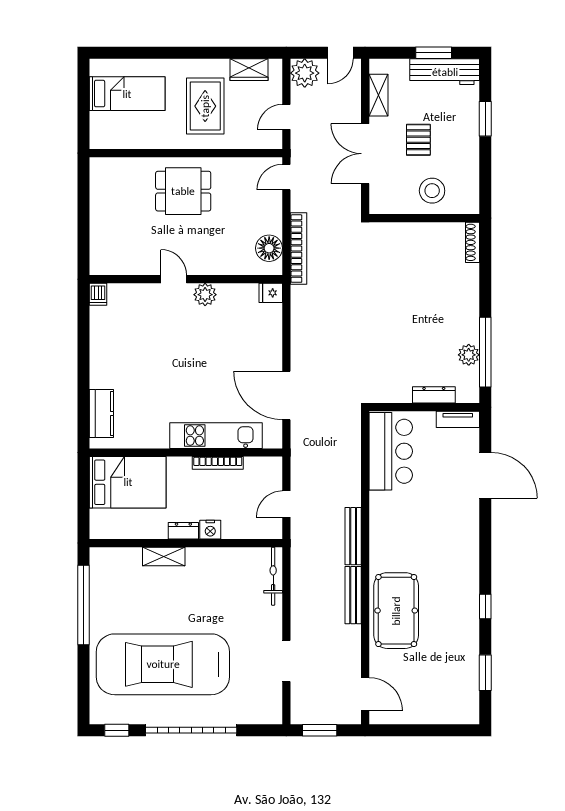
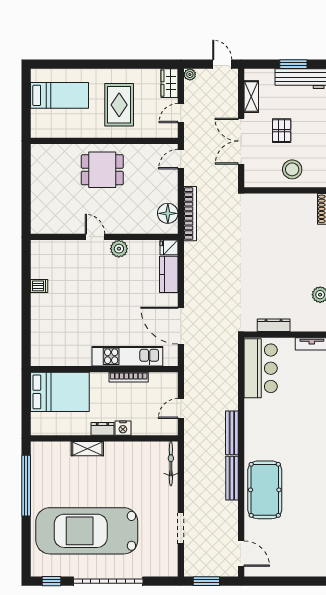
door: (340, 53) -> (222, 64), swing flipped
wardrobe: (249, 70) -> (170, 83), moved, turned 90
plant: (305, 73) -> (190, 75), width x0.53, depth x0.53
dishwasher: (98, 294) -> (39, 286), moved, turned -90
dresser: (434, 395) -> (274, 325), moved
kitchen counter: (101, 414) -> (169, 274), moved, turned 180

